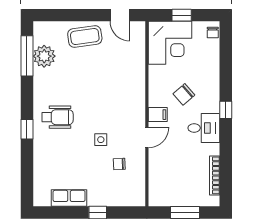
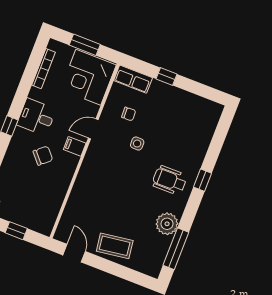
corner desk: (170, 43) -> (88, 77), moved, turned -90
plant: (44, 56) -> (167, 224), moved
row of seats: (69, 198) -> (133, 79), moved

